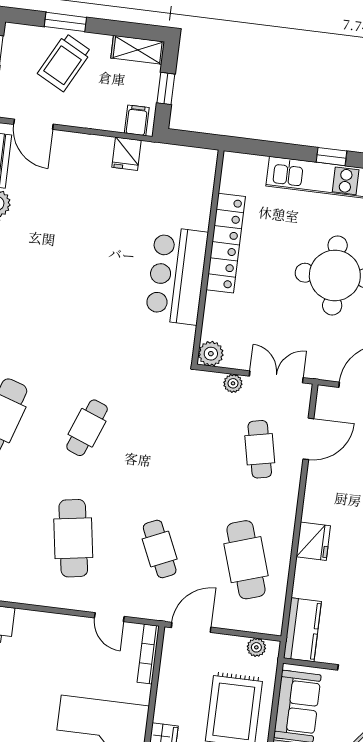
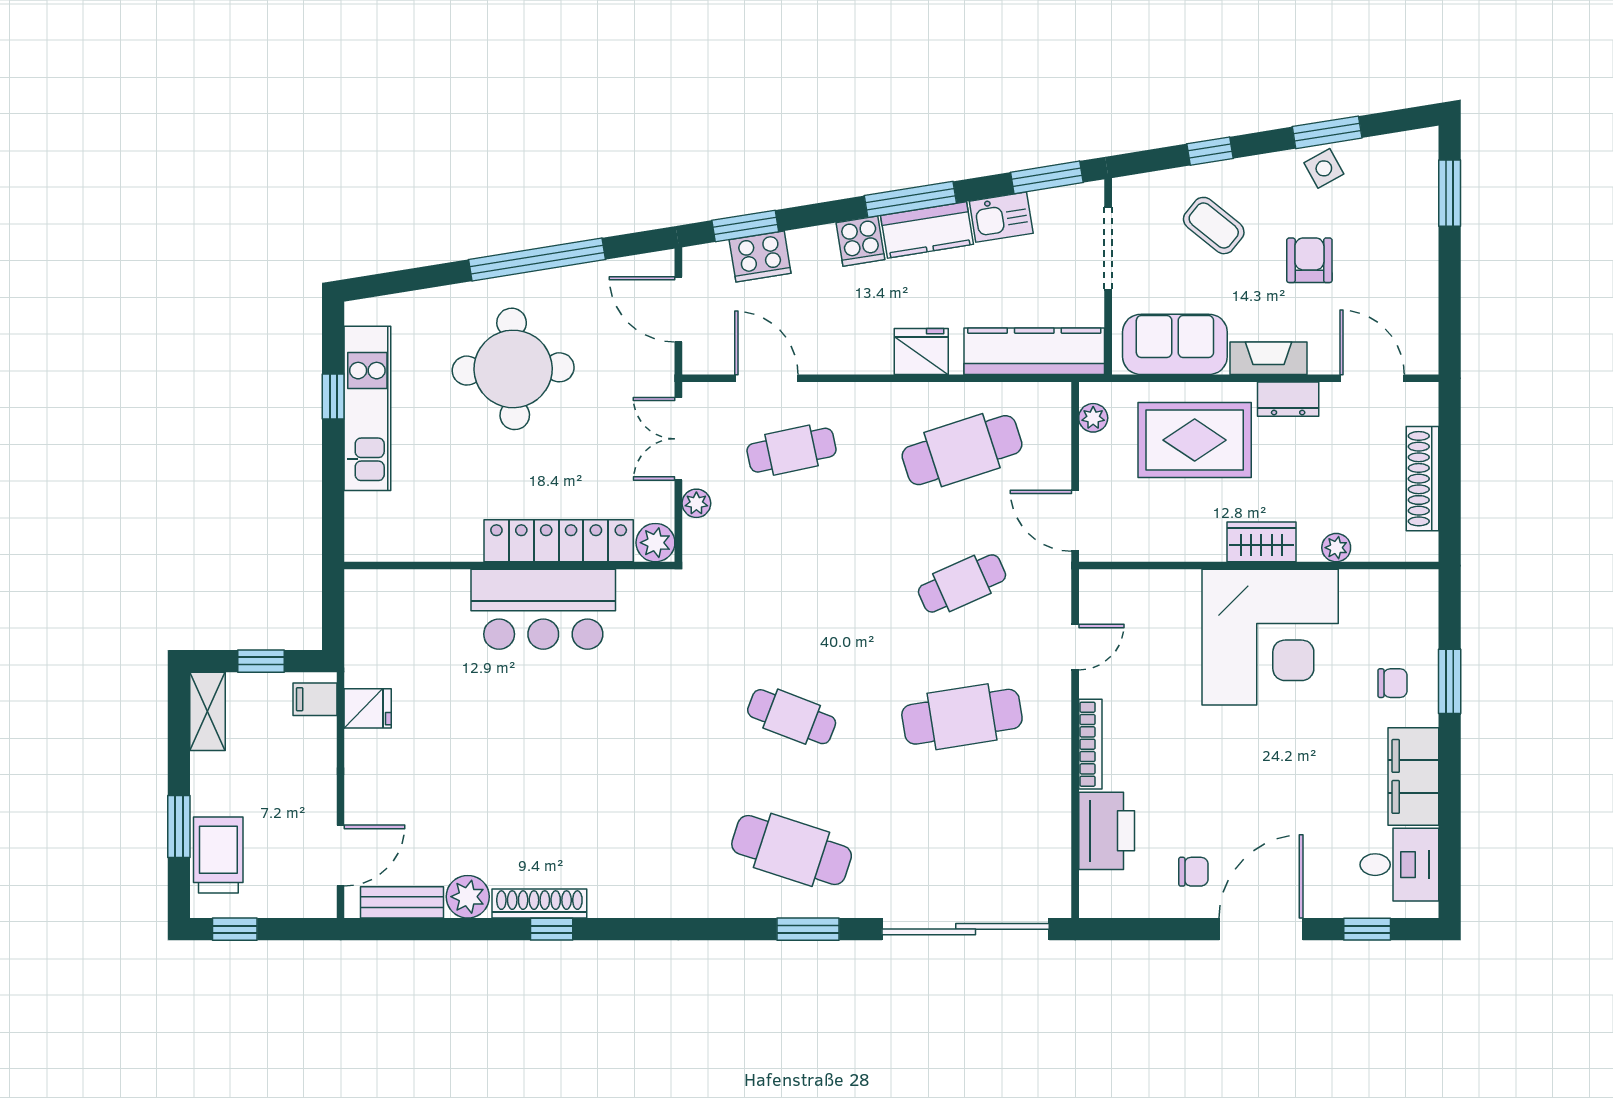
trolley: (65, 62) -> (218, 855), moved, turned -118
locker: (226, 243) -> (559, 541), moved
kitchen counter: (302, 630) -> (1034, 351), width x1.50
bookcase: (148, 654) -> (1090, 744), moved, turned -90

